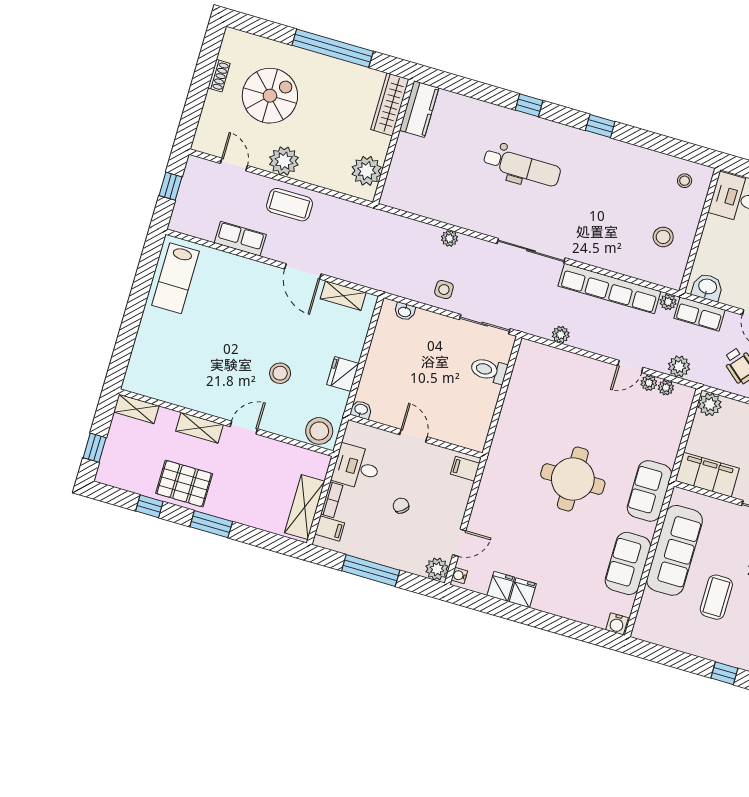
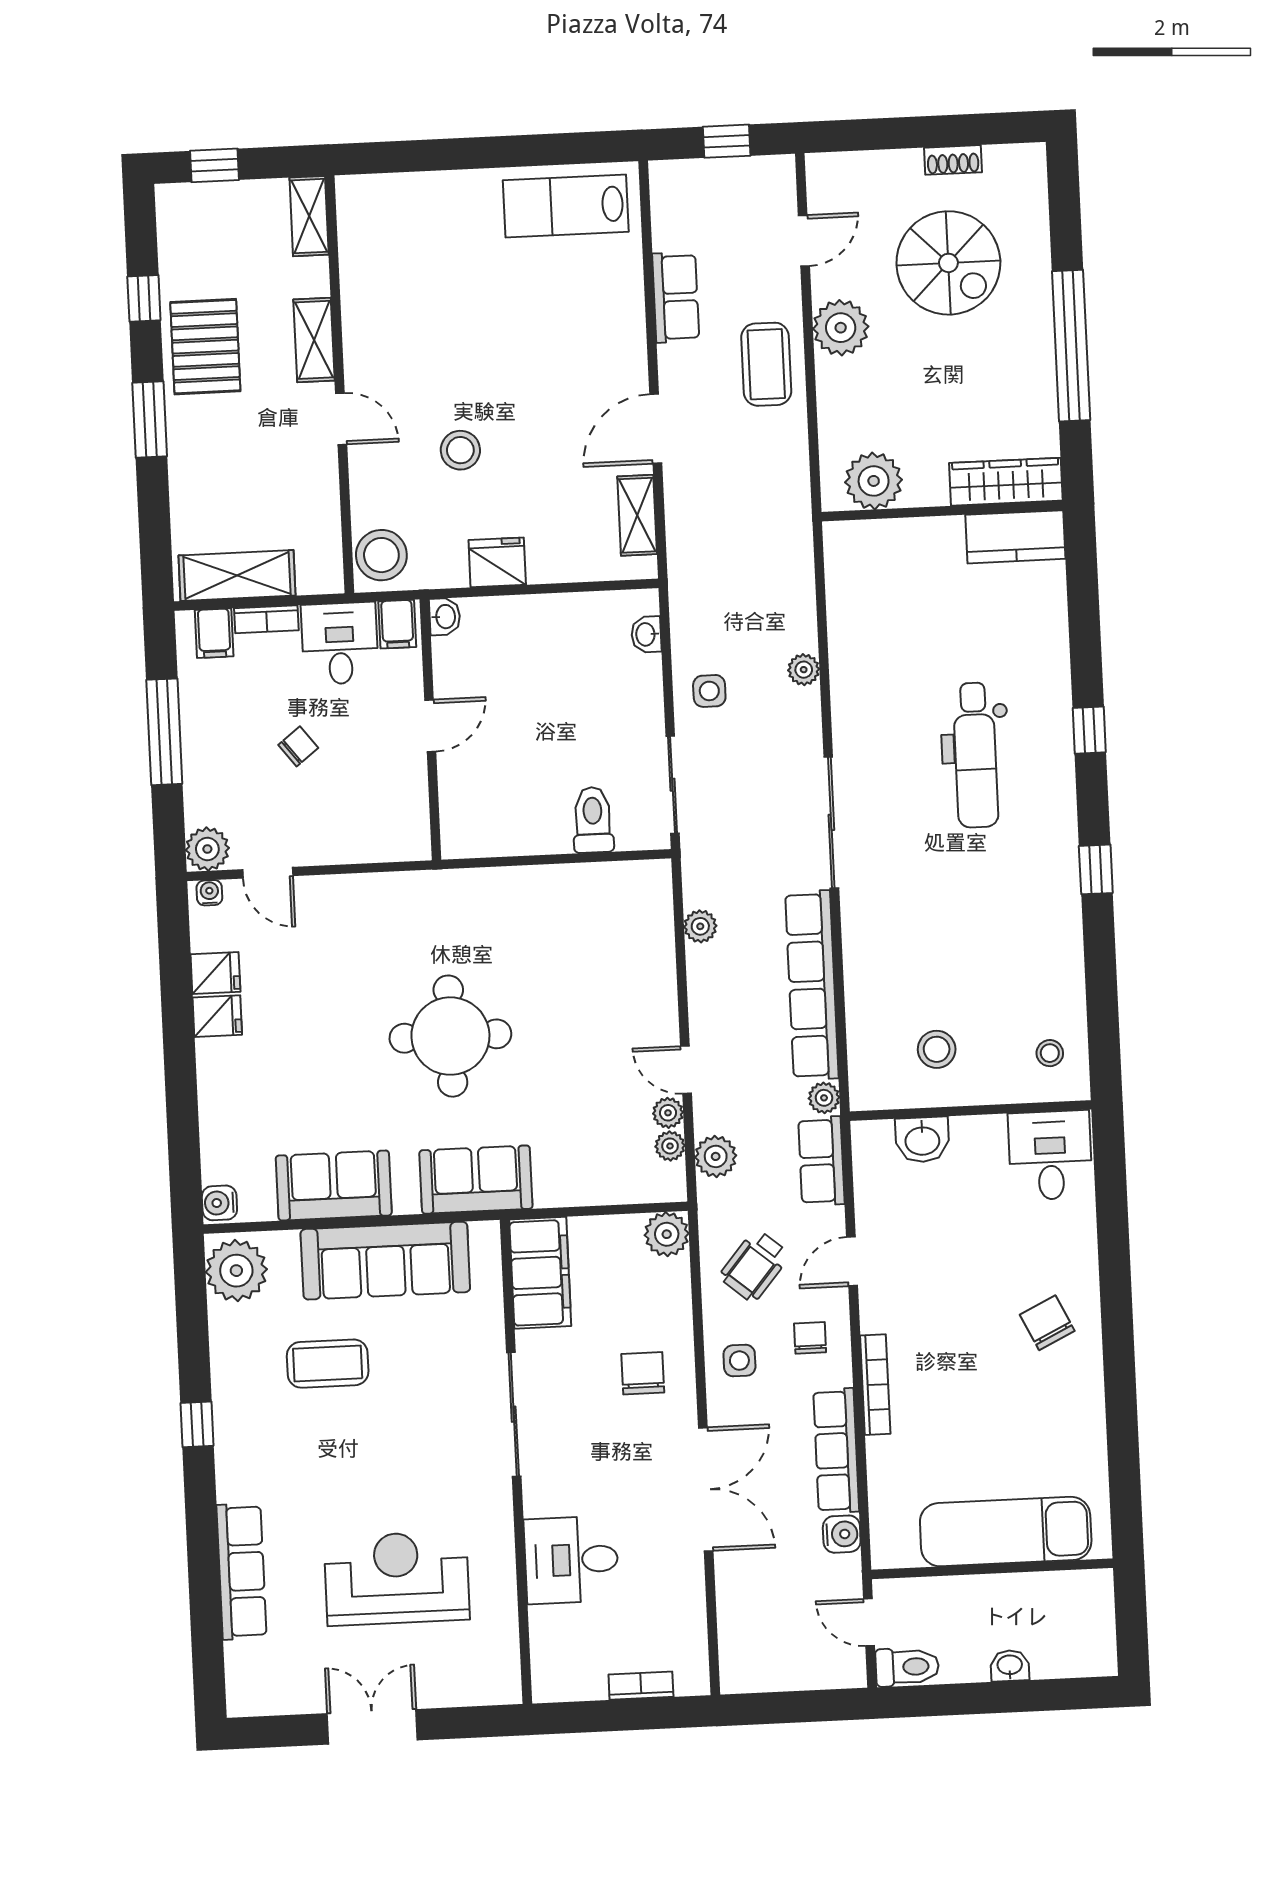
washbasin: (707, 287) -> (922, 1140), moved, turned 90
filing cabinet: (465, 469) -> (397, 624), moved, turned 180
plant: (654, 627) -> (236, 1271), added

